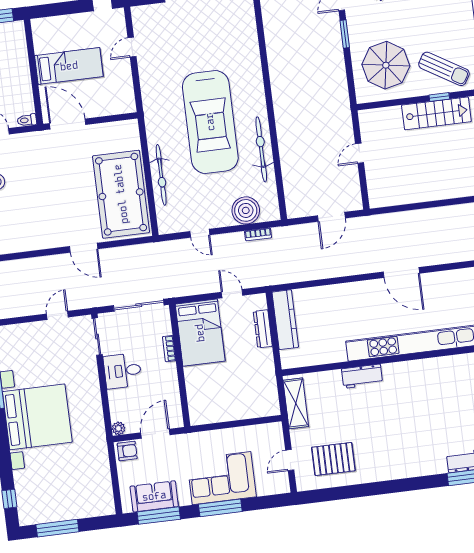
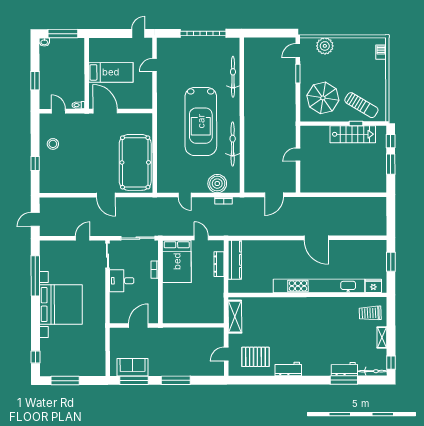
bicycle: (161, 175) -> (233, 77), moved, turned 180
workbench: (362, 376) -> (288, 369), moved, turned 180
plant: (118, 428) -> (114, 319), removed
armchair: (127, 451) -> (118, 335), removed
corner sofa: (222, 478) -> (179, 361), removed

